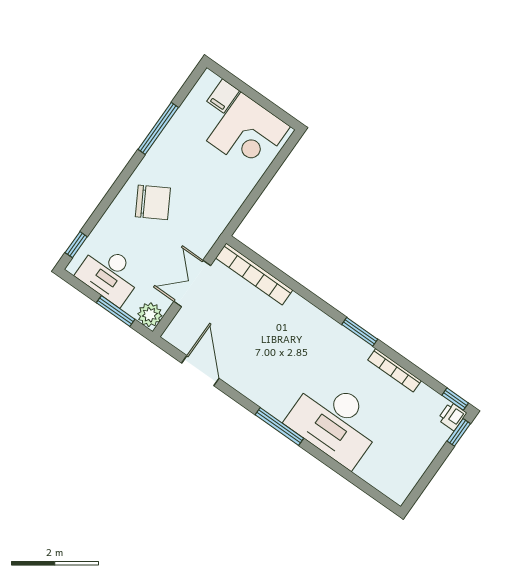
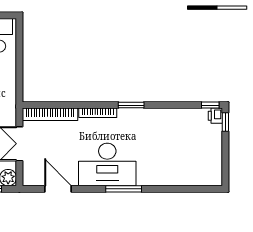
bookcase: (394, 370) -> (98, 113), moved
desk: (335, 422) -> (107, 164), moved

